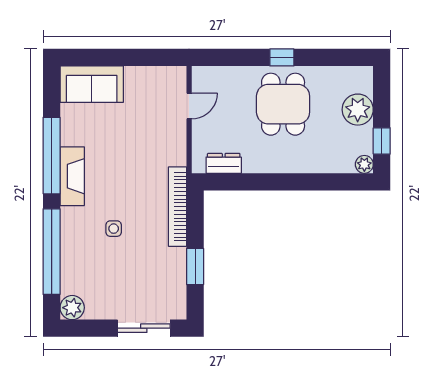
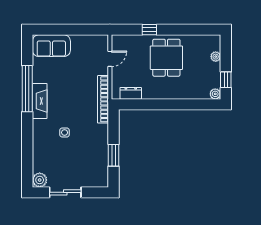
window: (282, 57) -> (149, 30), moved
plant: (358, 110) -> (216, 57), width x0.53, depth x0.53
bookcase: (178, 207) -> (103, 99), moved
window: (52, 252) -> (27, 146), removed
sliding door: (144, 328) -> (65, 192), moved

